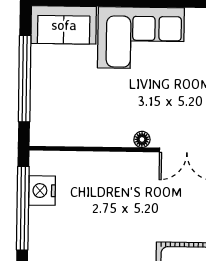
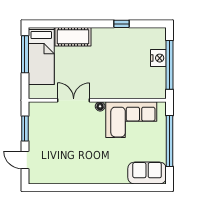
corner sofa: (141, 38) -> (131, 120), moved, turned 180
nightstand: (42, 191) -> (158, 58), moved

